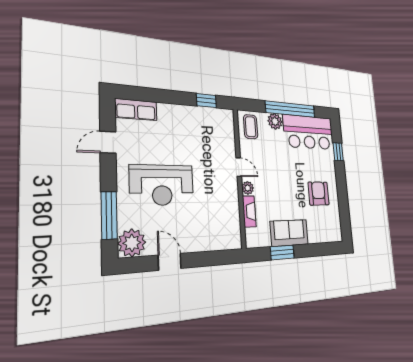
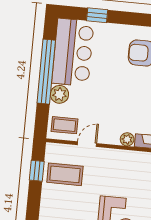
coffee table: (207, 128) -> (65, 174), added
door: (239, 167) -> (87, 144), moved

